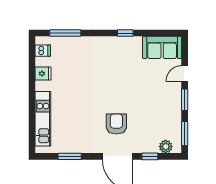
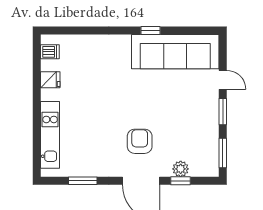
window: (65, 33) -> (77, 30), removed
sofa: (162, 47) -> (175, 52), width x1.85, depth x1.27
door: (185, 74) -> (223, 80), swing flipped
plant: (166, 147) -> (181, 169), moved

